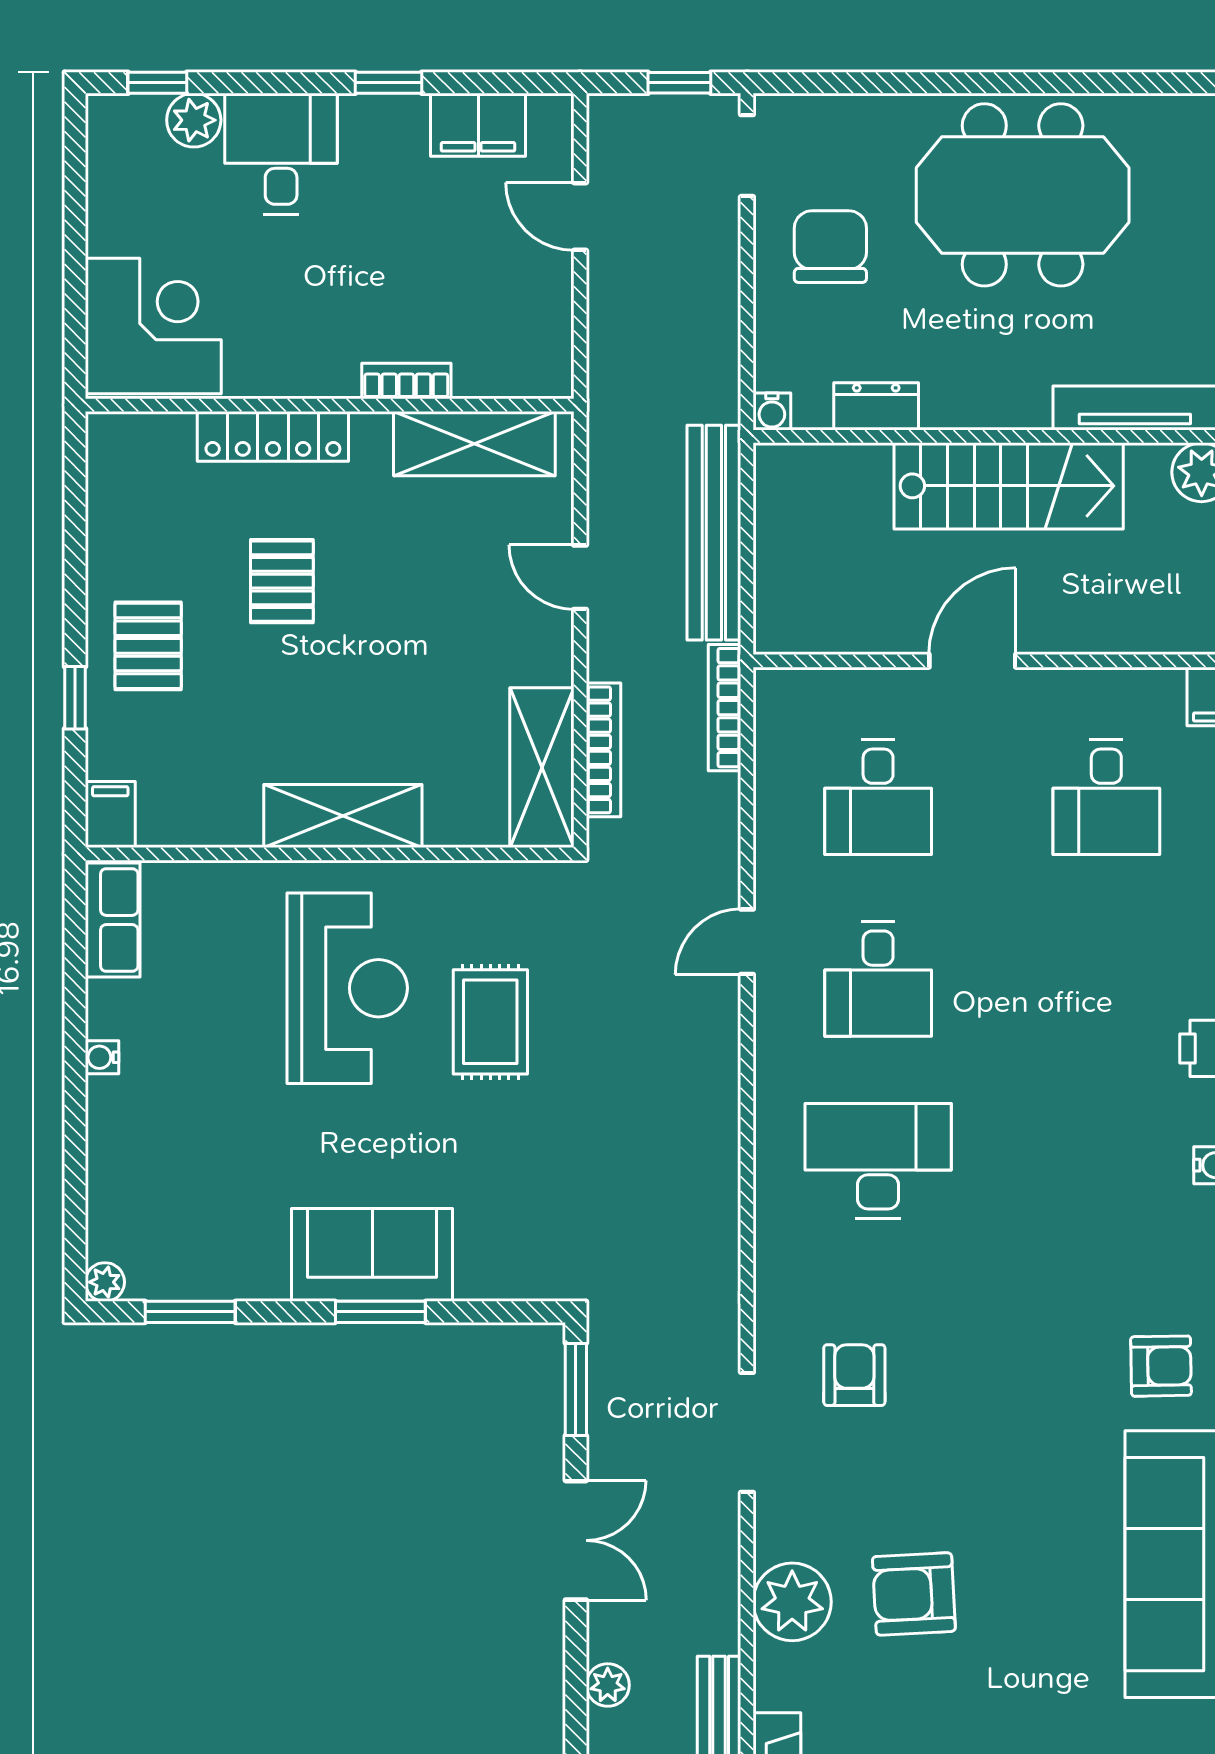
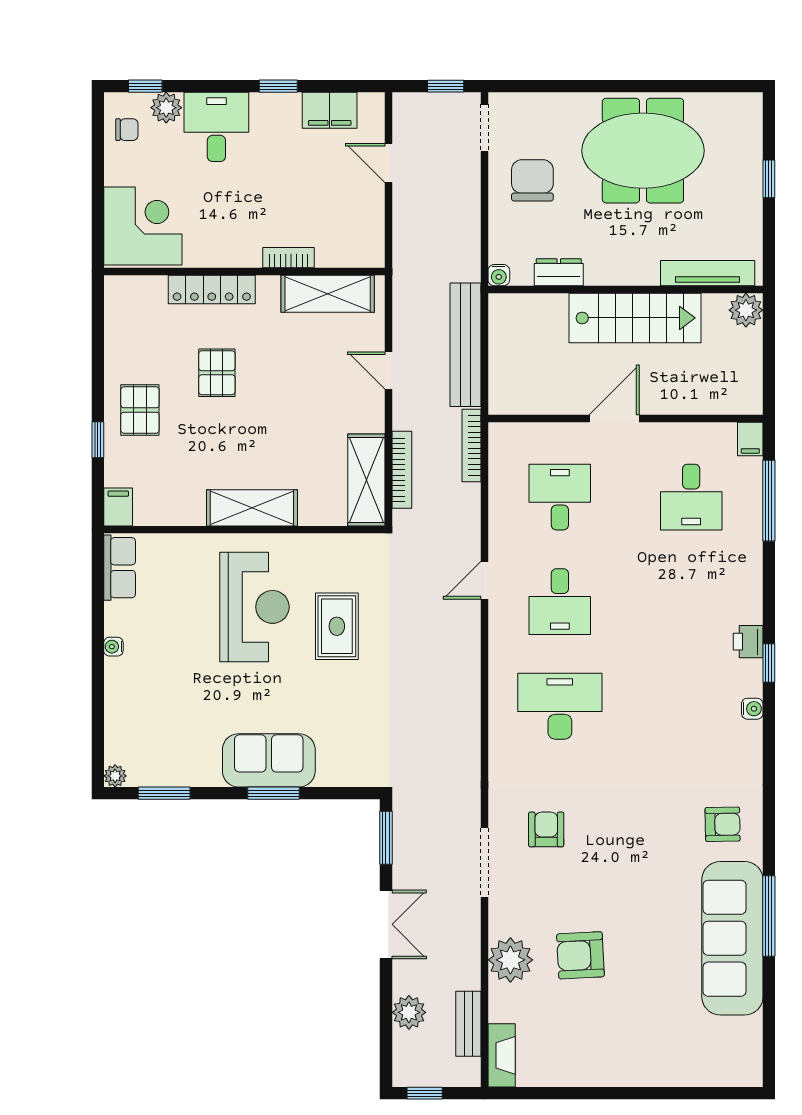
chair: (125, 158) -> (127, 130), added
desk: (878, 797) -> (560, 497), turned 180
plant: (608, 1685) -> (409, 1012), width x1.38, depth x1.38

